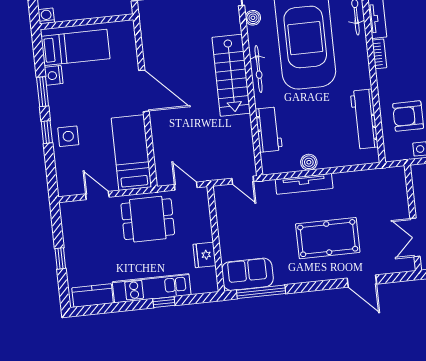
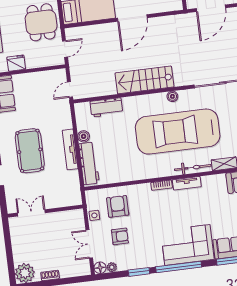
boiler: (253, 18) -> (172, 96), moved
bicycle: (259, 69) -> (149, 99), removed
workbench: (364, 119) -> (89, 163), moved, turned 90
tv unit: (304, 184) -> (70, 149), moved

